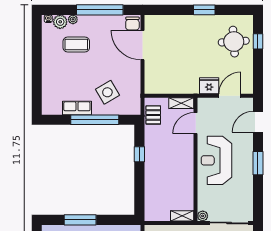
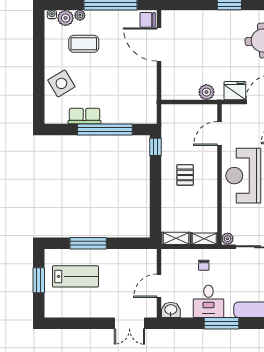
chair: (132, 24) -> (148, 20), turned 90
plant: (184, 87) -> (206, 92), added
side table: (107, 92) -> (61, 83), moved
shelving: (181, 103) -> (176, 238), moved
pallet: (153, 115) -> (185, 175), moved
window: (139, 154) -> (156, 147), moved

